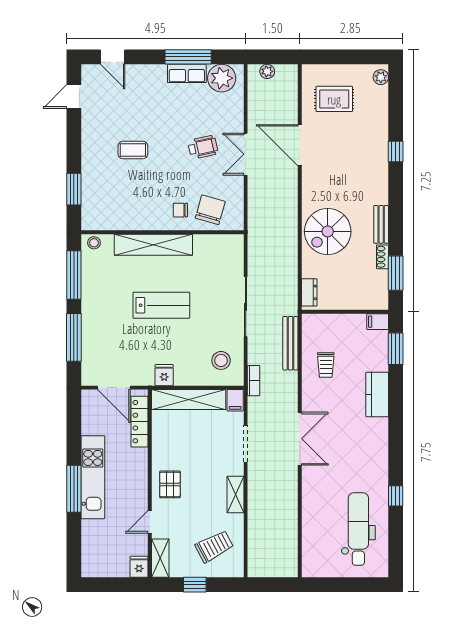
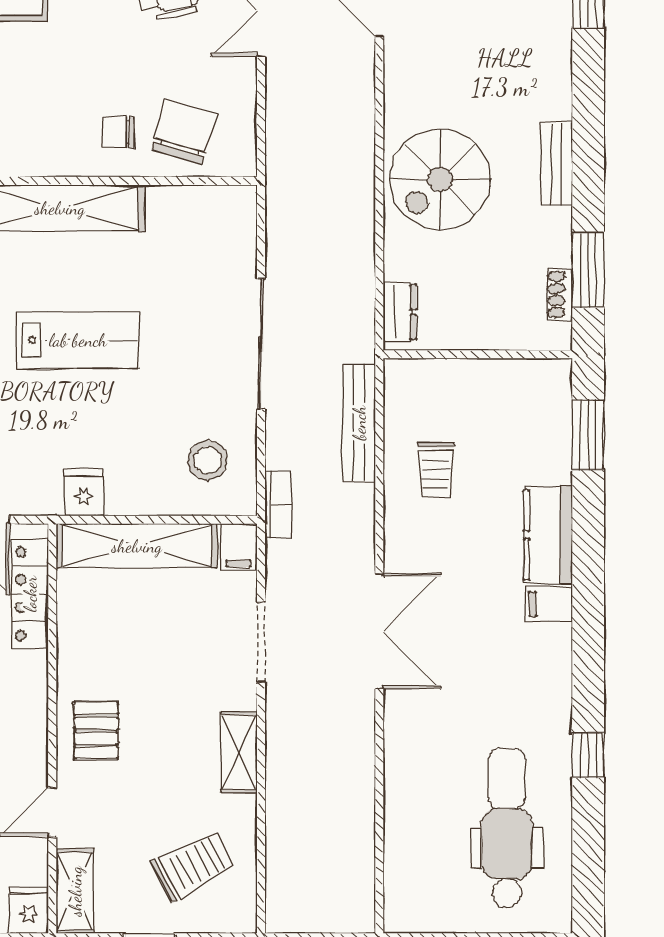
shoe rack: (382, 257) -> (559, 294), moved
filing cabinet: (378, 322) -> (549, 604), moved

